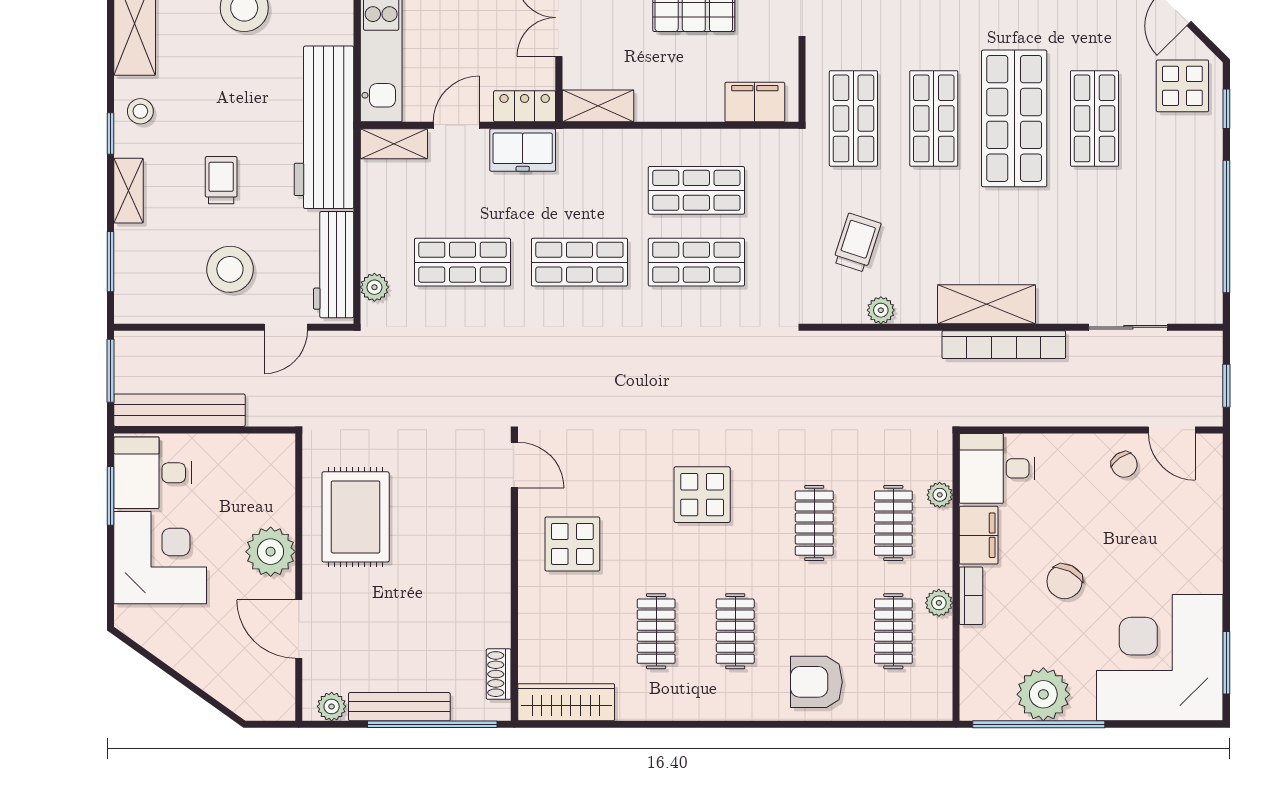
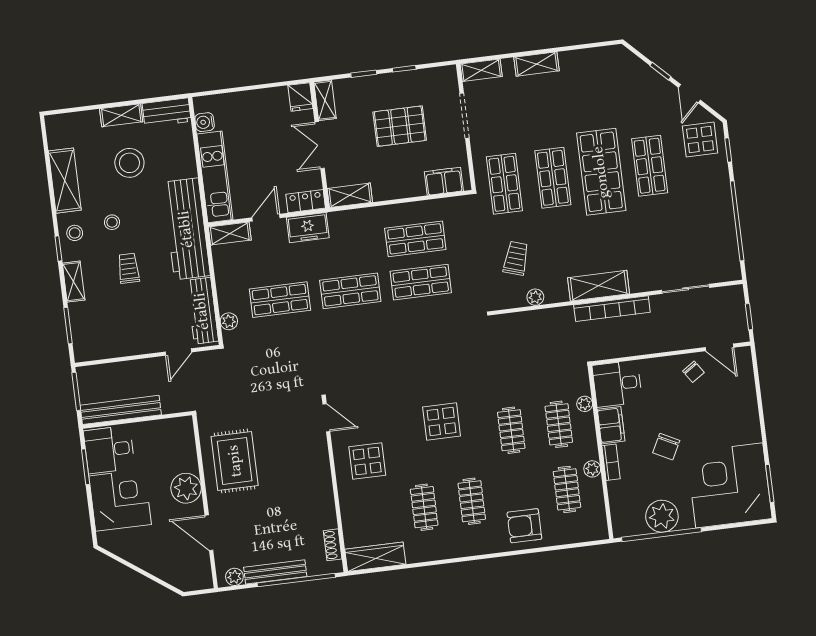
stool: (230, 269) -> (112, 222), moved, width x0.53, depth x0.53

